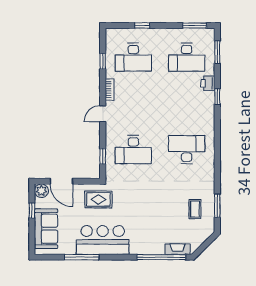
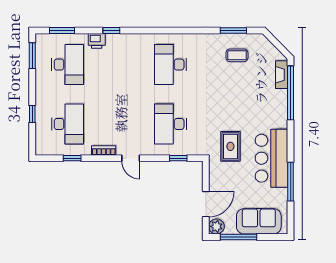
desk: (133, 150) -> (171, 124), turned 180
rug: (98, 199) -> (230, 146), moved
window: (32, 211) -> (239, 237), width x2.17

